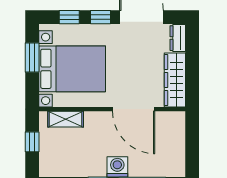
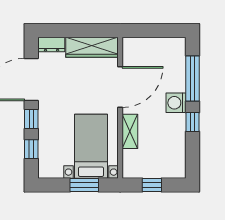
window: (32, 58) -> (84, 185), moved
bed with nightstands: (72, 69) -> (91, 146), width x0.73
shelving: (66, 119) -> (130, 131), moved

